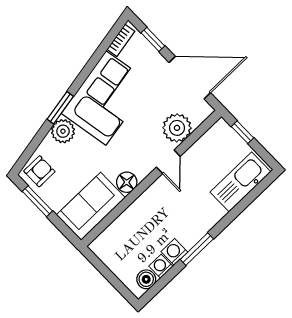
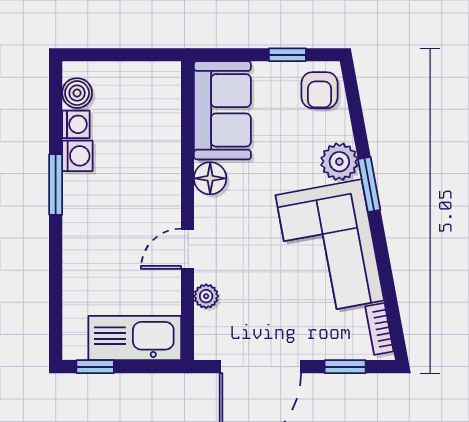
plant: (177, 128) -> (206, 296), width x0.53, depth x0.53
window: (242, 132) -> (95, 367), moved
door: (168, 162) -> (188, 249), hinge flipped
kitchen sink: (240, 182) -> (135, 338), moved, turned -90
window: (37, 201) -> (287, 55), width x0.67

